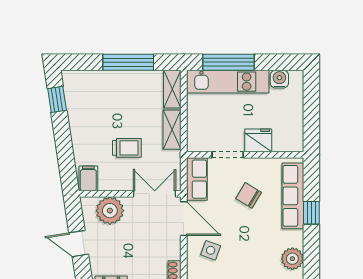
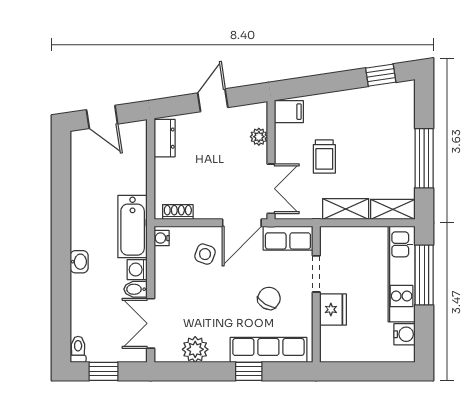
plant: (110, 211) -> (259, 137), width x0.53, depth x0.53

